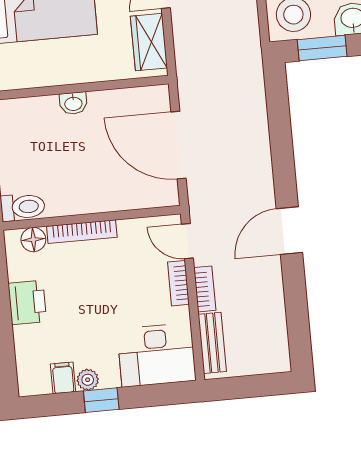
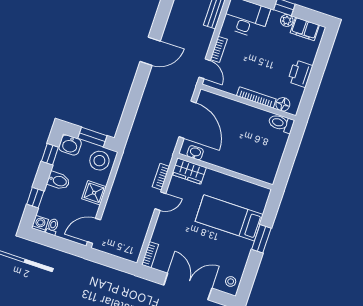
wardrobe: (149, 42) -> (189, 171), moved, turned 90
washbasin: (73, 103) -> (195, 153), moved
bookcase: (205, 289) -> (161, 177), moved
filing cabinet: (63, 378) -> (305, 29), width x2.00

